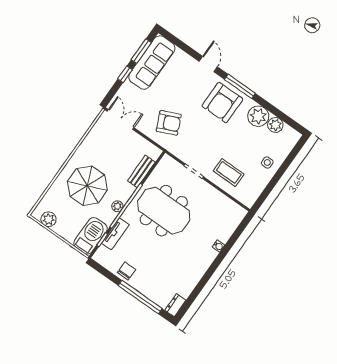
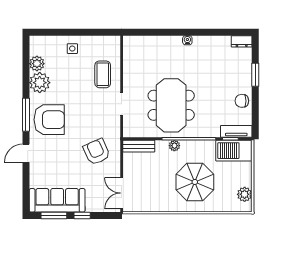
bench: (141, 171) -> (139, 146), moved
plant: (117, 206) -> (174, 146), moved
tv unit: (115, 234) -> (236, 131), moved
water cooler: (218, 246) -> (187, 40), moved
window: (140, 297) -> (255, 75), width x0.47

